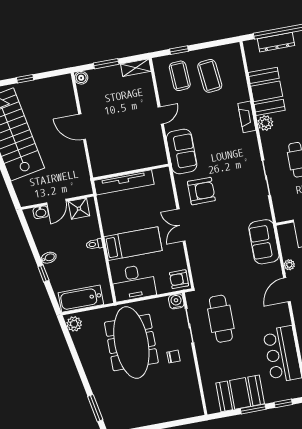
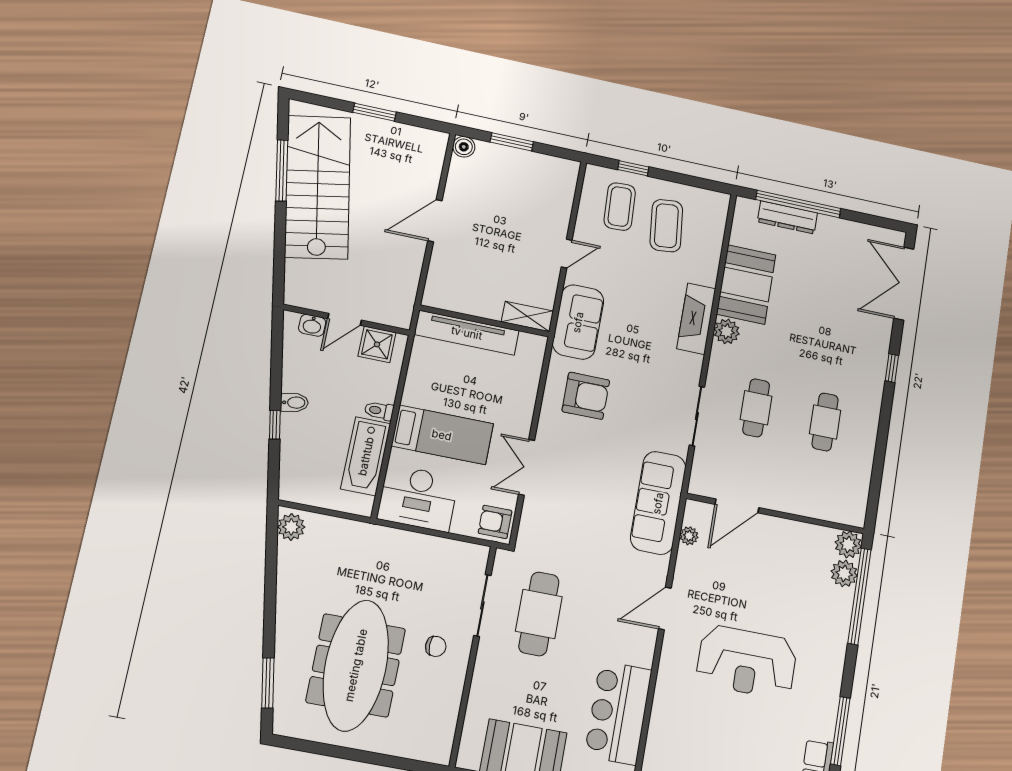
shelving: (136, 68) -> (527, 316), moved
window: (25, 79) -> (374, 112), width x1.50
fireplace: (247, 117) -> (696, 319), width x1.37, depth x1.32
door: (82, 127) -> (435, 221), hinge flipped
double door: (181, 225) -> (527, 467), moved
sofa: (264, 242) -> (658, 503), width x1.36
plant: (289, 265) -> (689, 536), moved
bathtub: (81, 299) -> (366, 456), moved, turned -90
water cooler: (176, 301) -> (476, 556), removed
meeting table: (131, 343) -> (356, 665), moved

